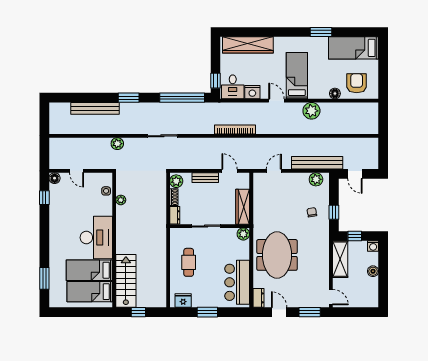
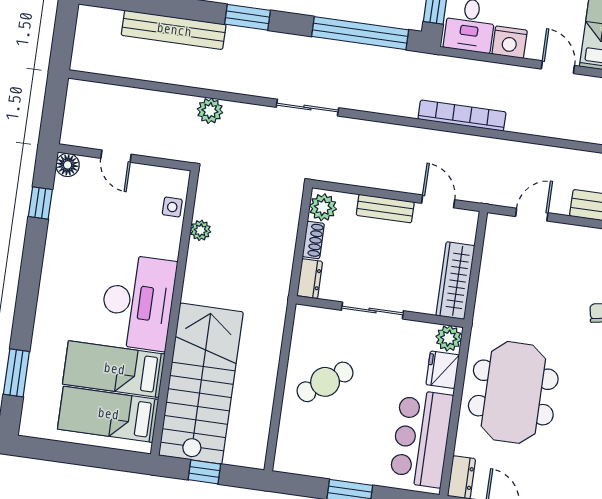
cafe table: (189, 262) -> (325, 382), turned 54
stairs: (126, 281) -> (201, 384), width x1.36, depth x1.51
fridge: (183, 301) -> (443, 370), moved, turned -90

